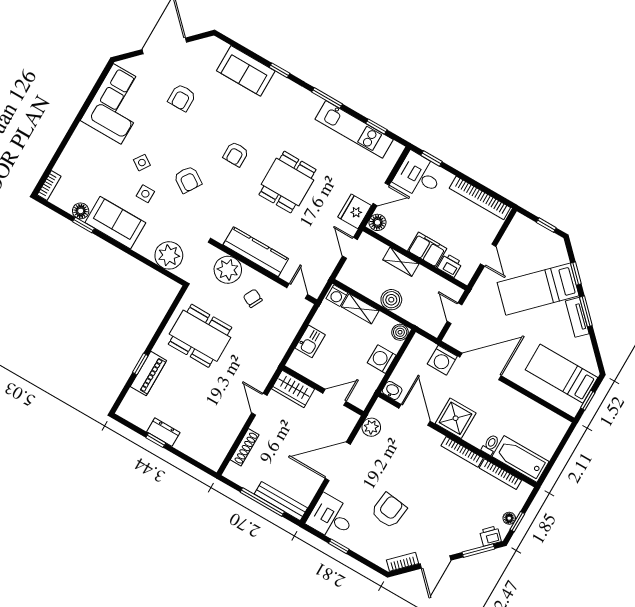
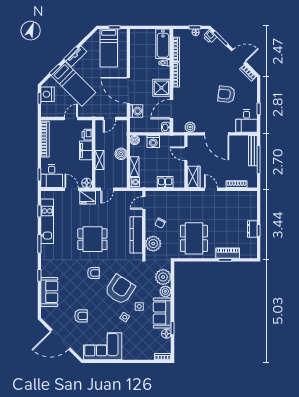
armchair: (188, 179) -> (120, 289), width x1.88, depth x1.88
nightstand: (545, 241) -> (47, 94), added
plant: (145, 246) -> (165, 291), added
door: (259, 404) -> (211, 189), swing flipped

